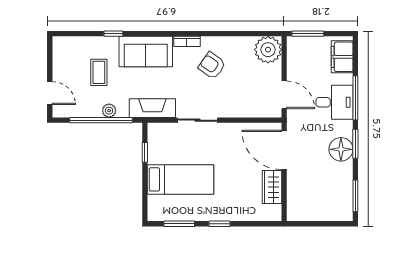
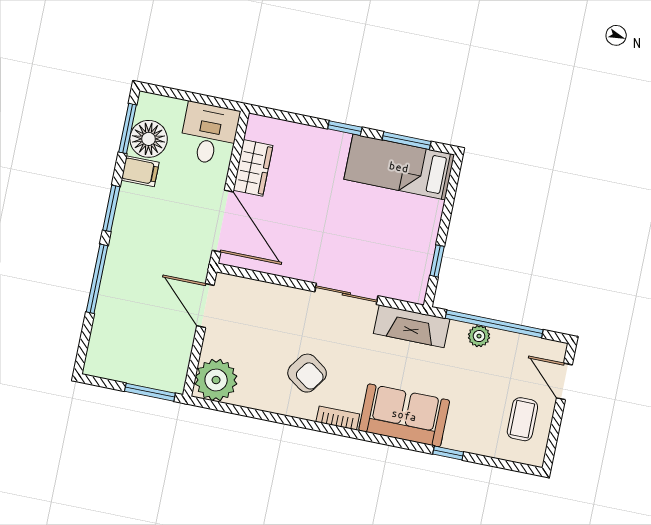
filing cabinet: (342, 57) -> (140, 171), moved, width x0.50
coffee table: (99, 72) -> (522, 419), moved
desk: (334, 102) -> (209, 134), moved, turned 90
floor lamp: (341, 149) -> (149, 139), moved
bed: (181, 179) -> (399, 167), moved

